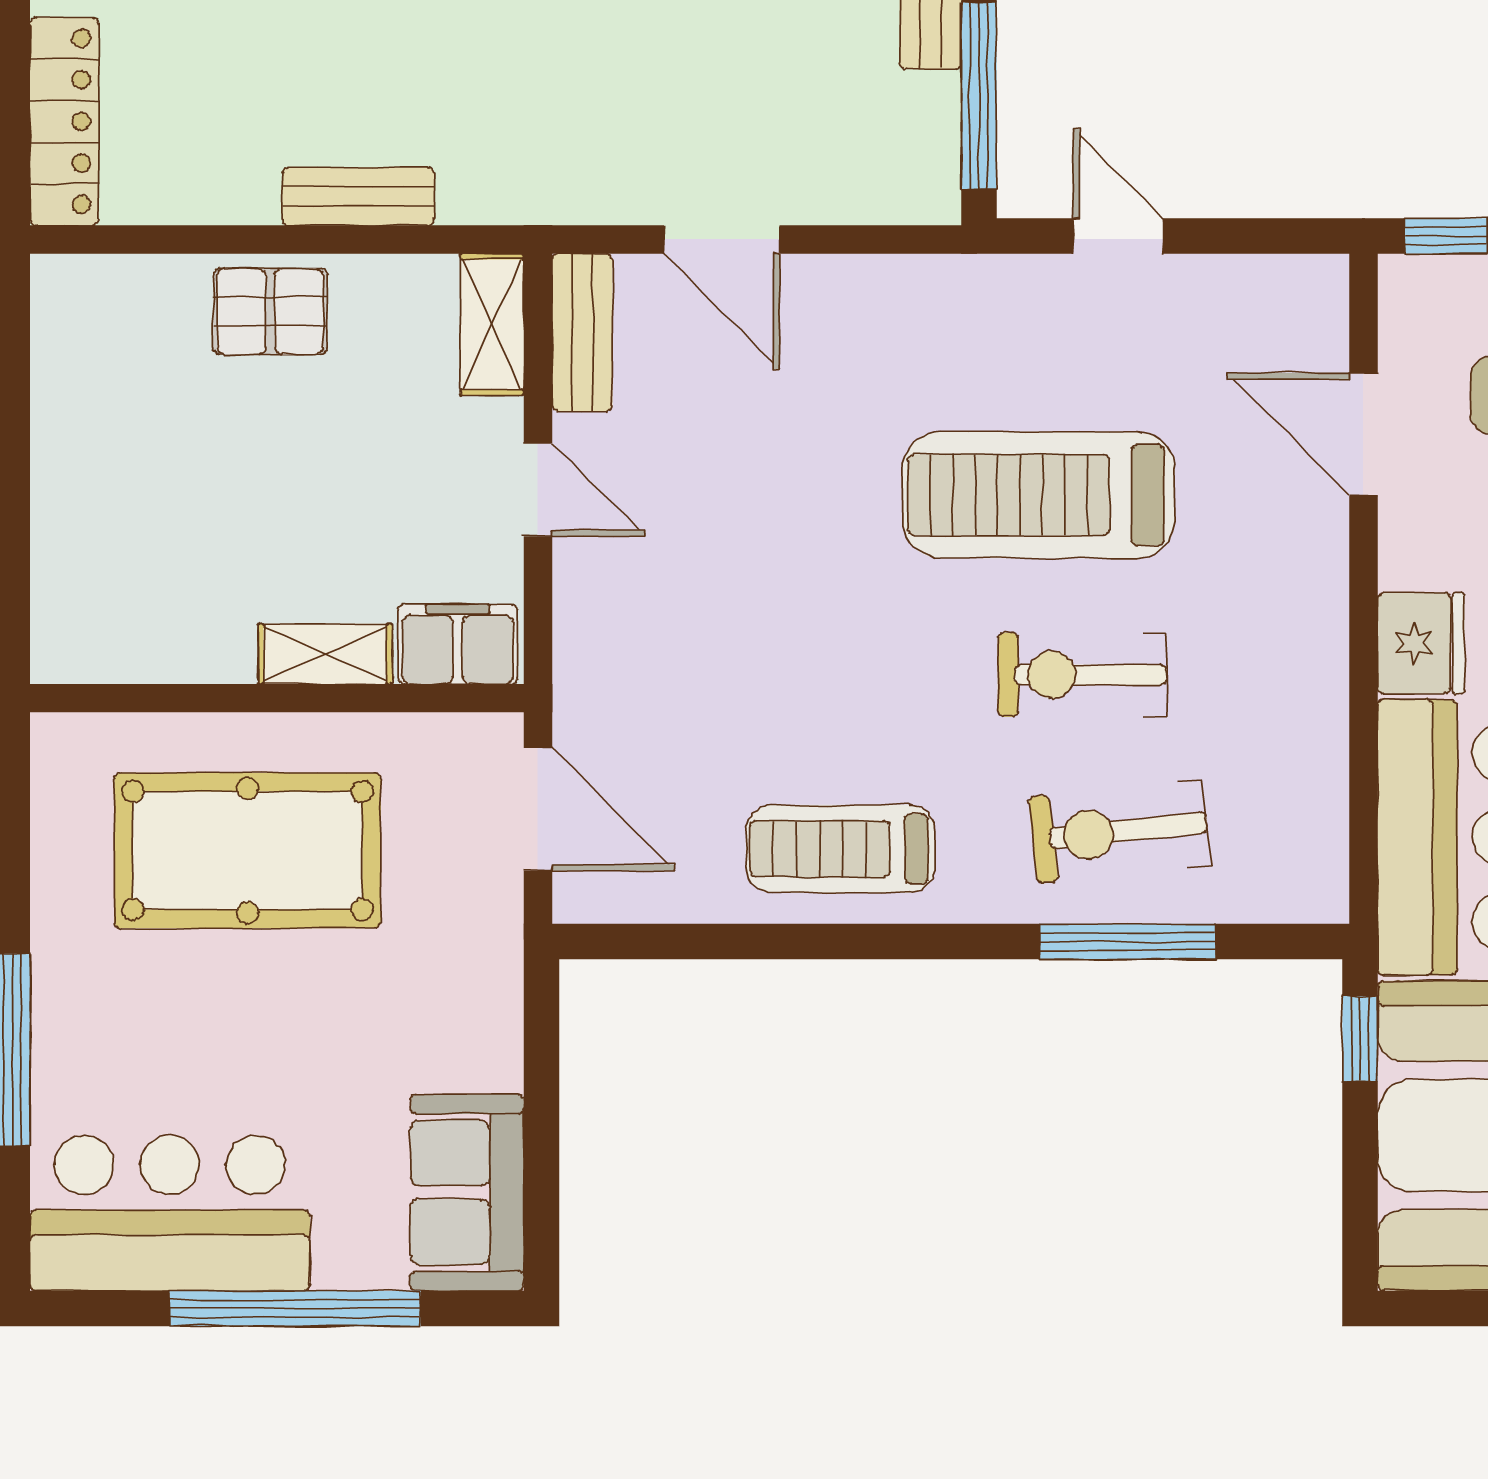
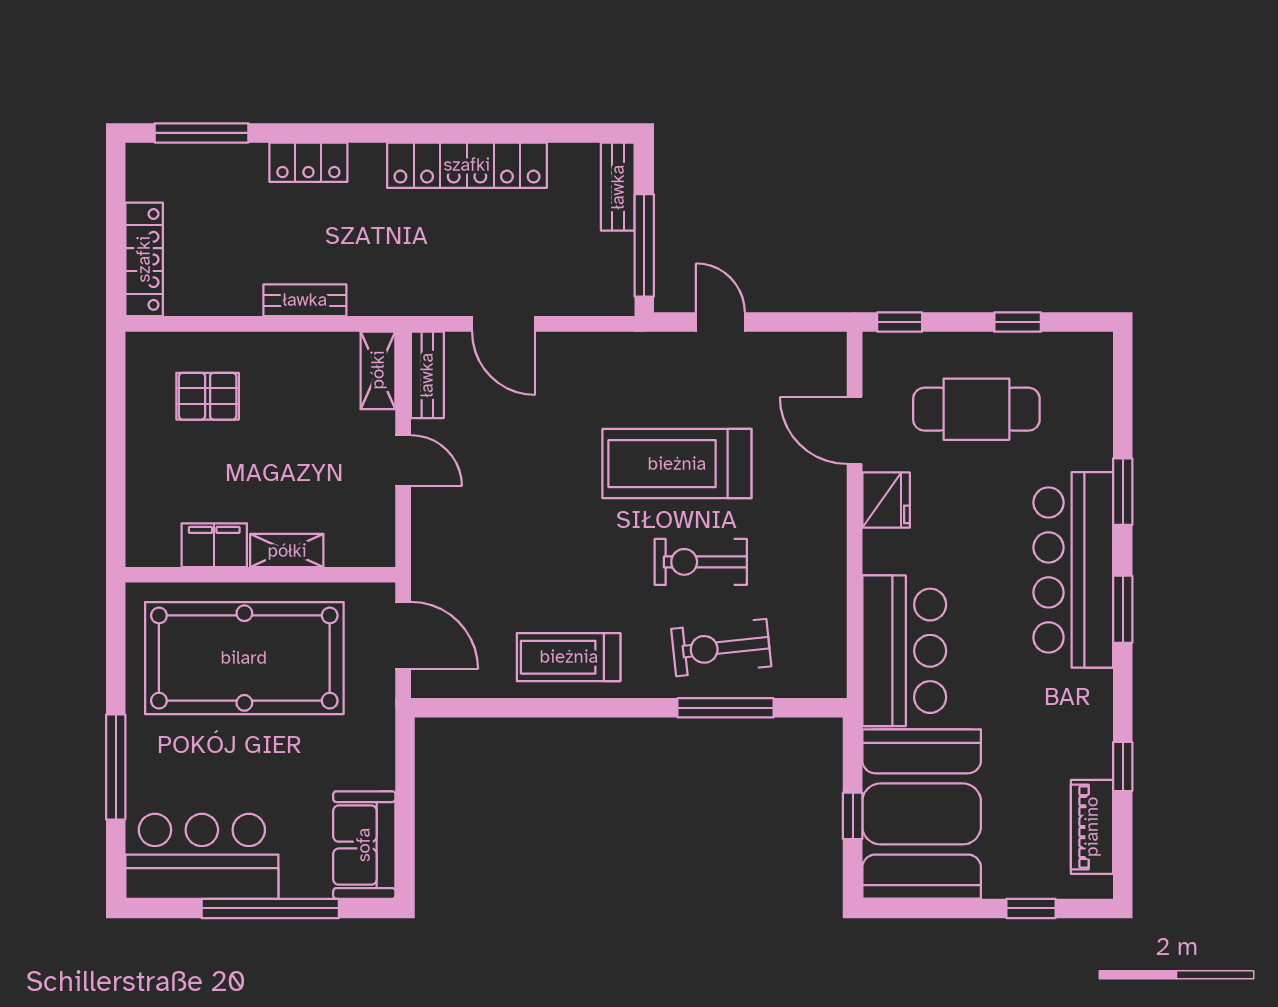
pallet: (270, 311) -> (208, 396), moved
fridge: (1421, 643) -> (886, 500), moved
filing cabinet: (458, 644) -> (214, 545), moved
pool table: (248, 850) -> (244, 658), width x1.36, depth x1.32
window: (1360, 1039) -> (853, 816), moved

